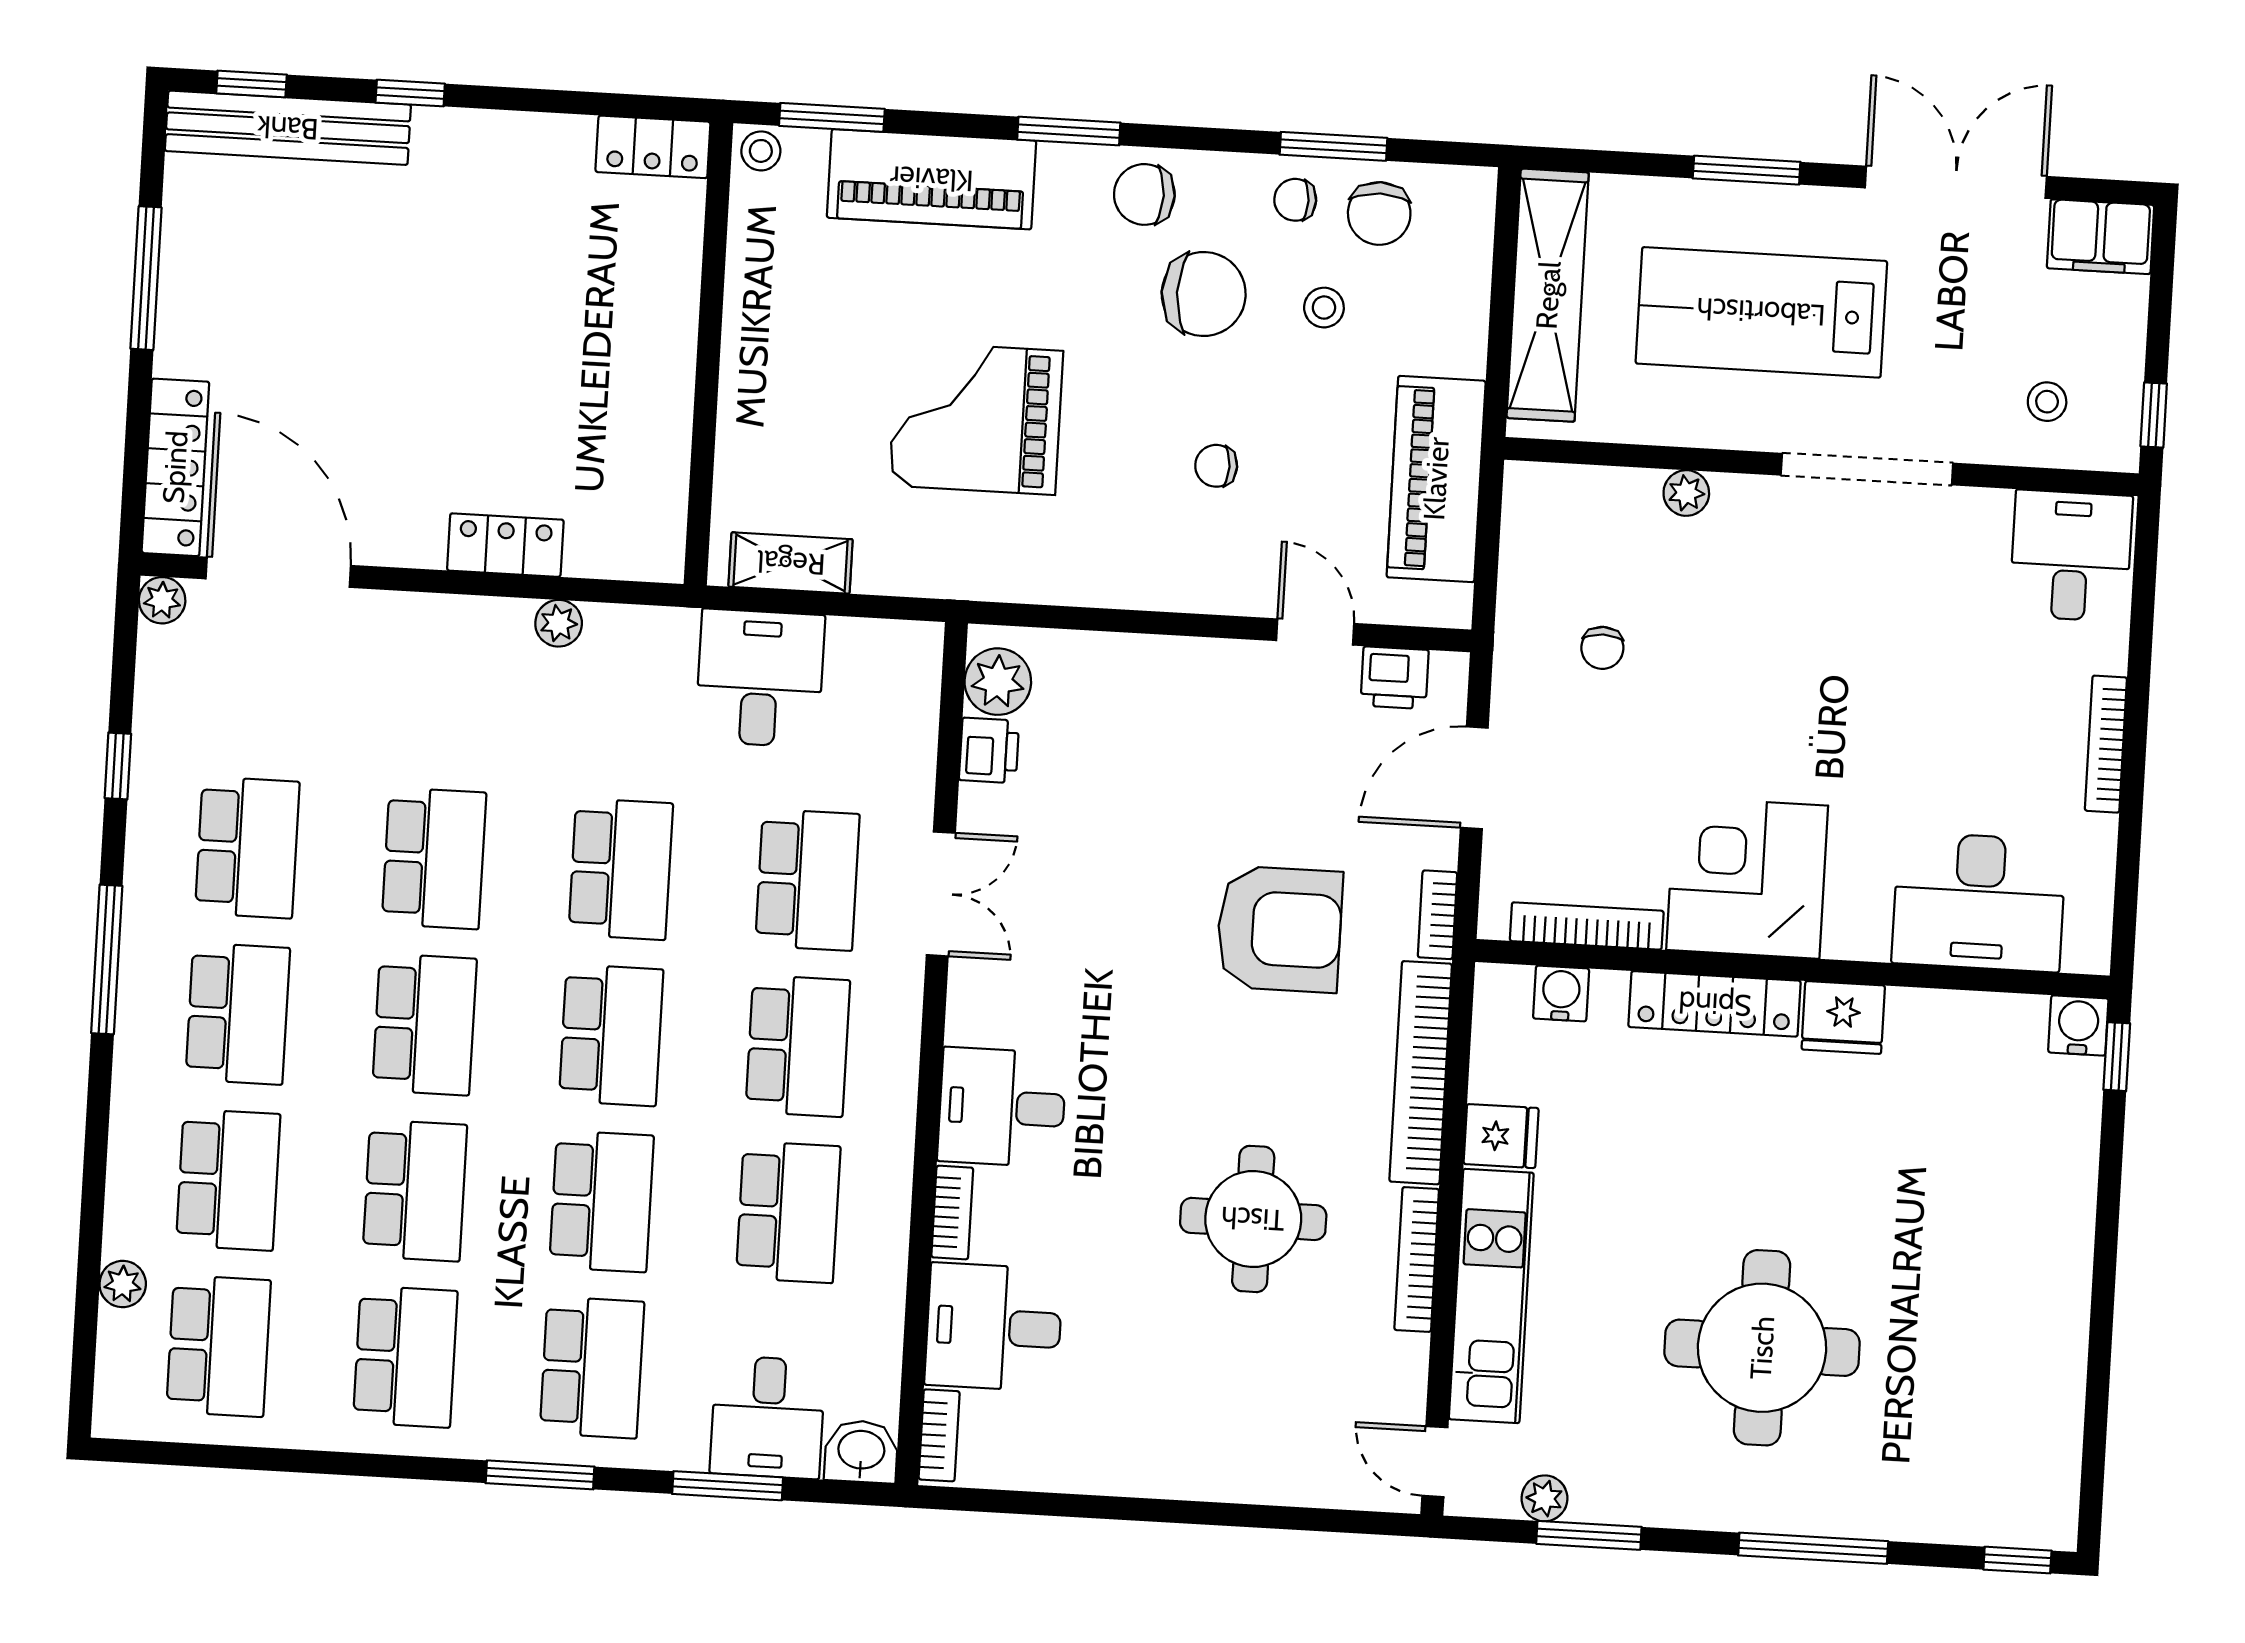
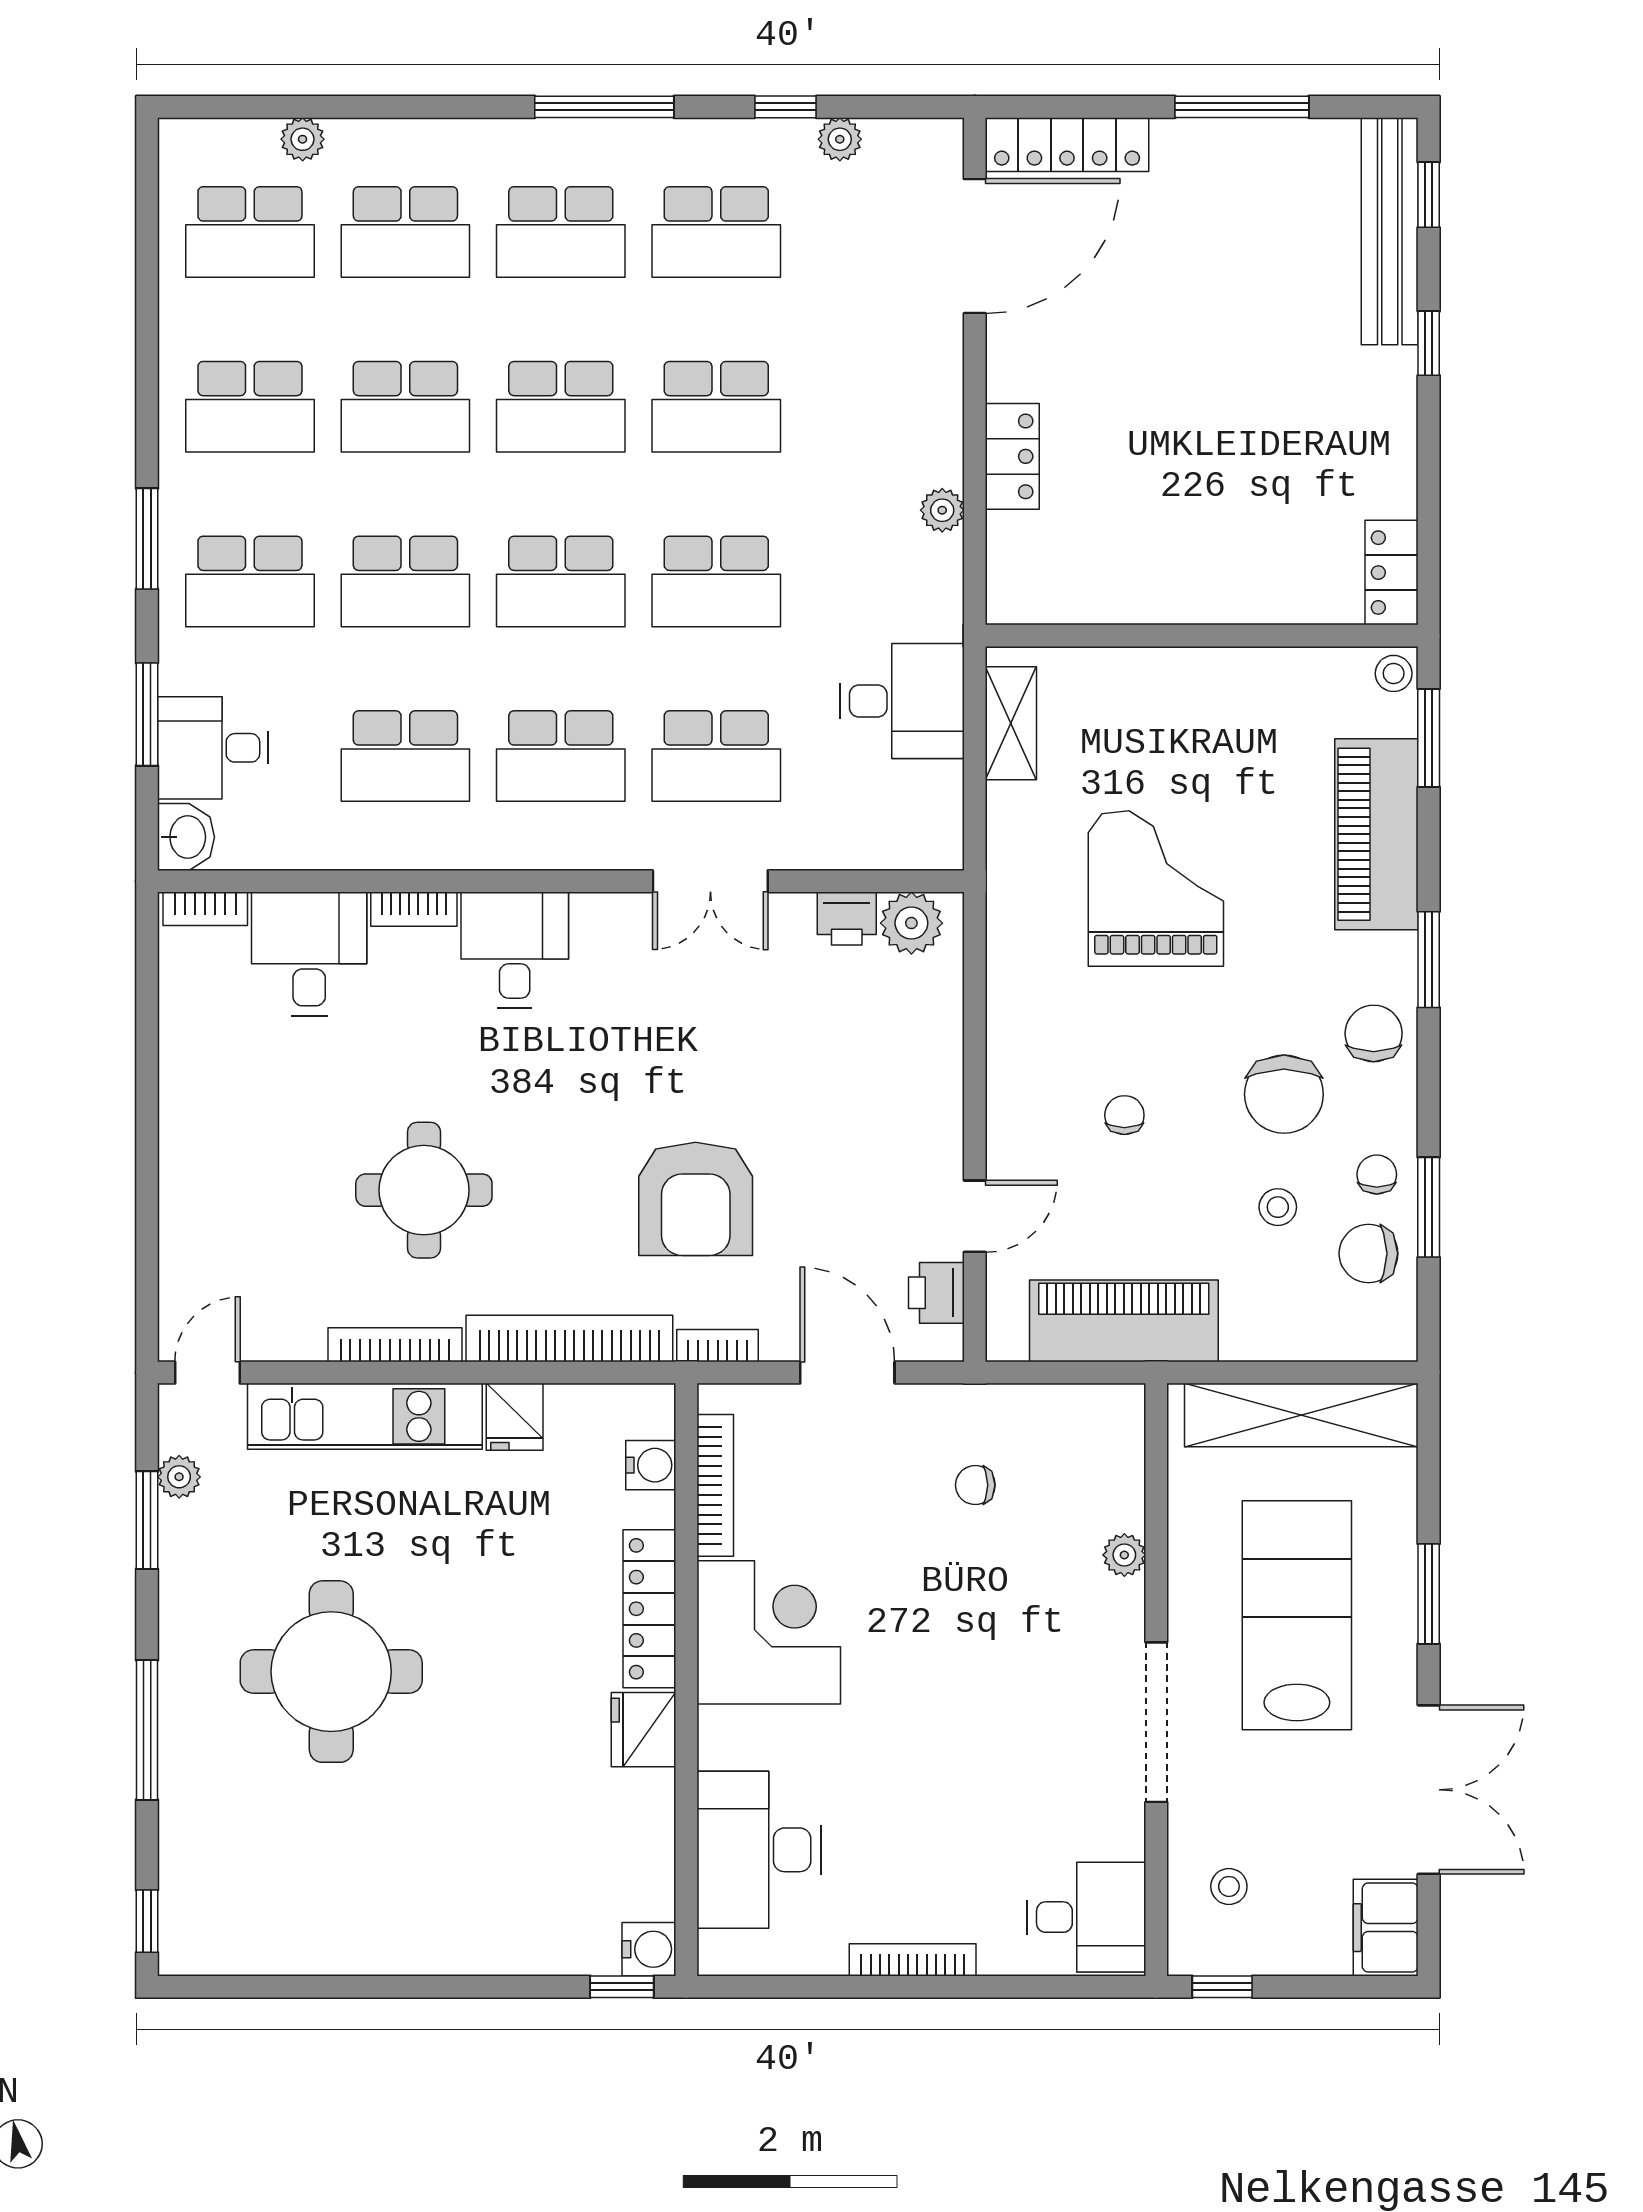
plant: (162, 600) -> (840, 139), moved

